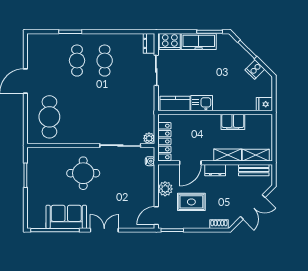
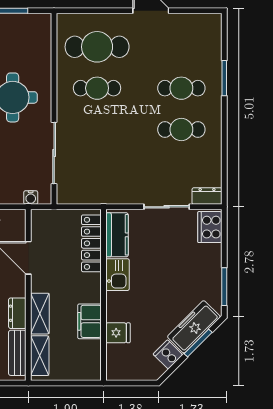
freezer: (199, 41) -> (194, 327), moved, turned 45
fridge: (264, 104) -> (118, 333), moved, turned 90
cafe table: (77, 117) -> (97, 88), added
plant: (149, 138) -> (65, 196), removed
locker: (164, 141) -> (91, 243), moved, turned 90
dresser: (215, 170) -> (17, 313), moved

